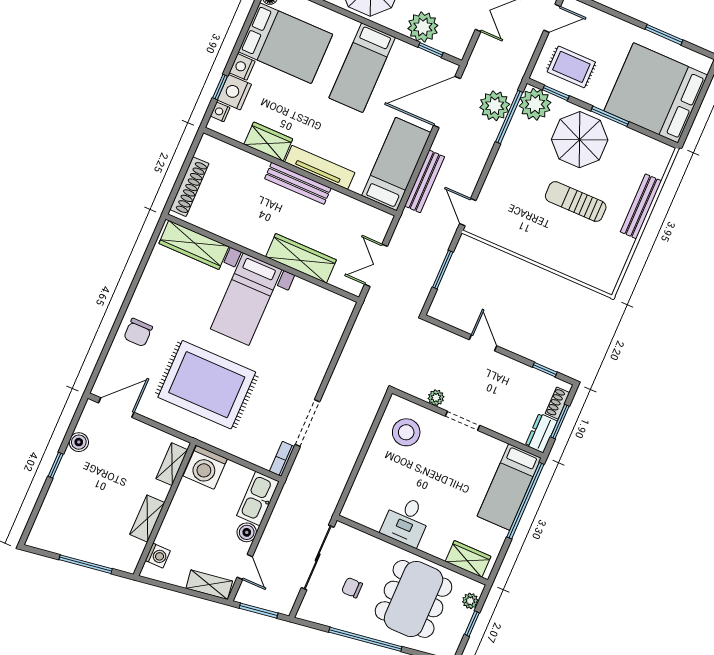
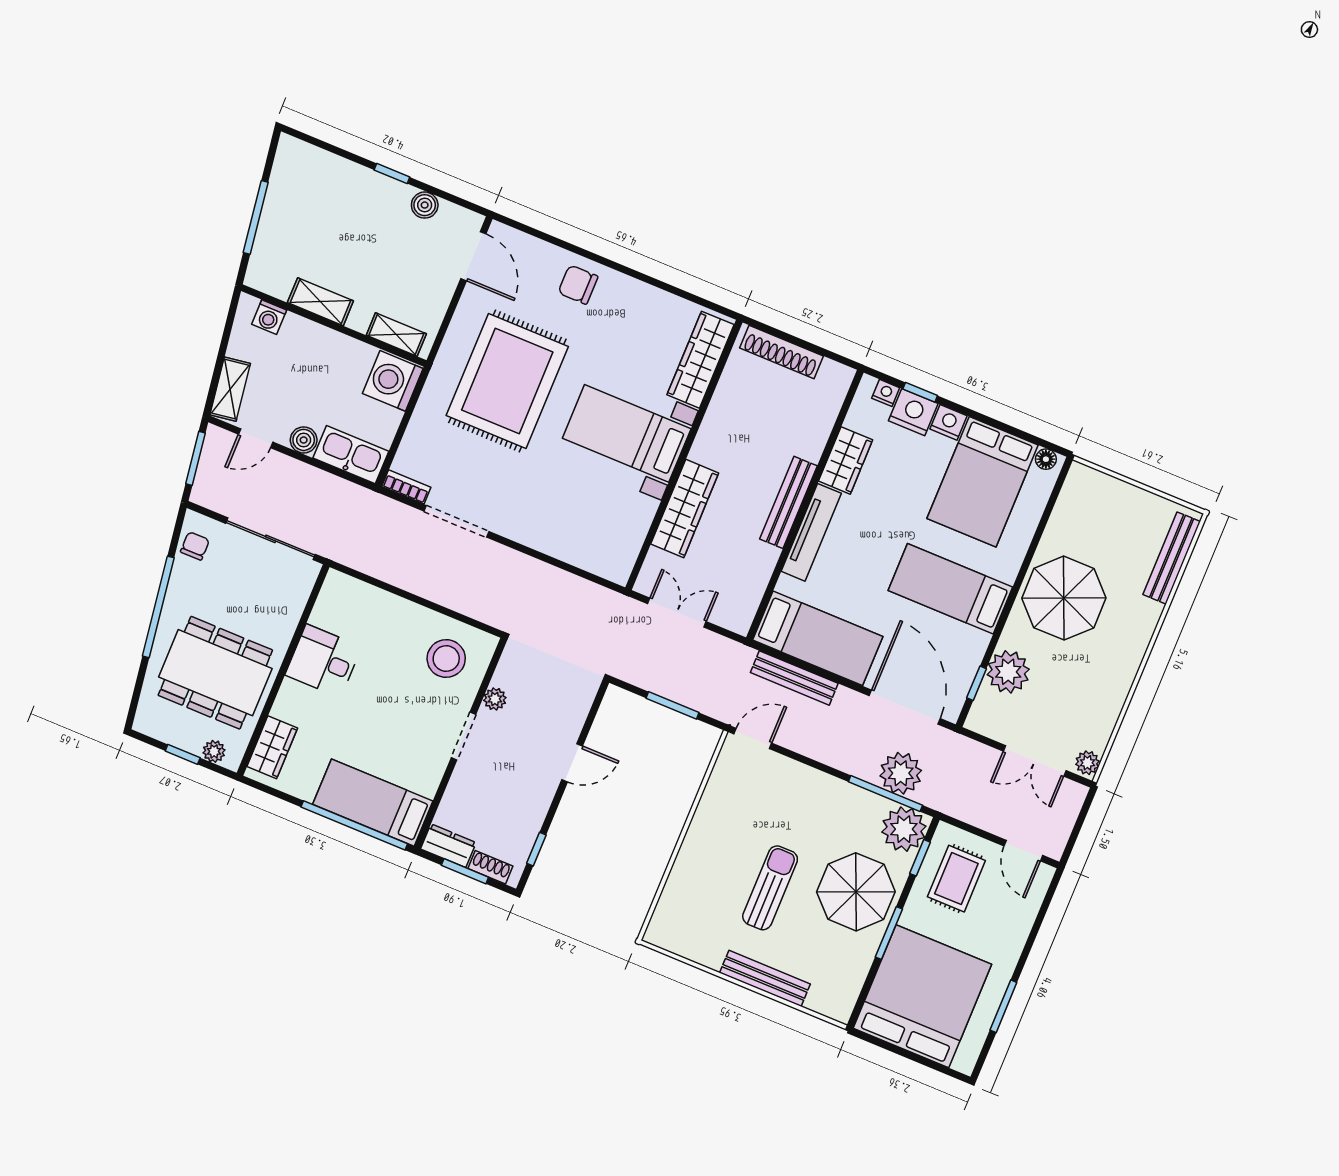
chair: (352, 588) -> (195, 546), moved

